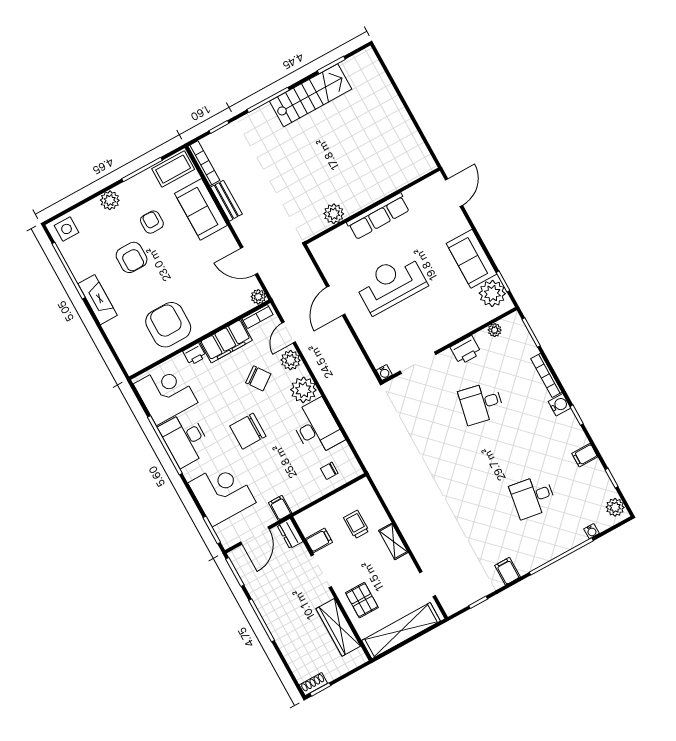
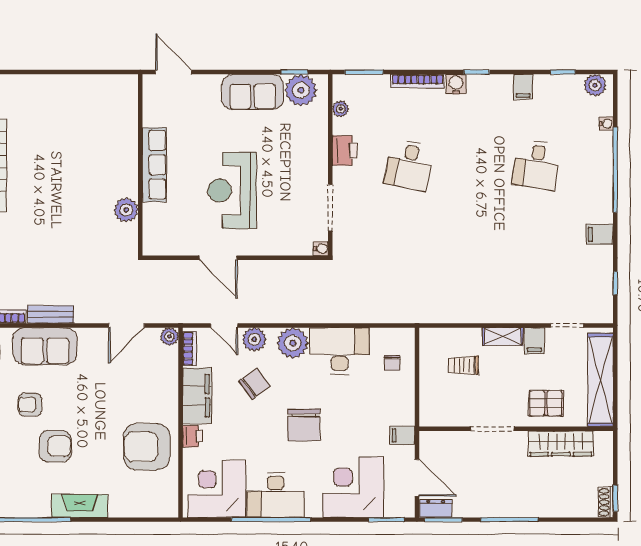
dresser: (290, 534) -> (436, 509), moved, turned 180
filing cabinet: (319, 540) -> (534, 341), moved, turned 180

